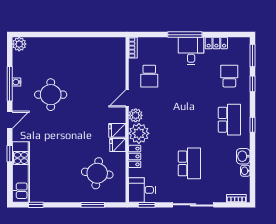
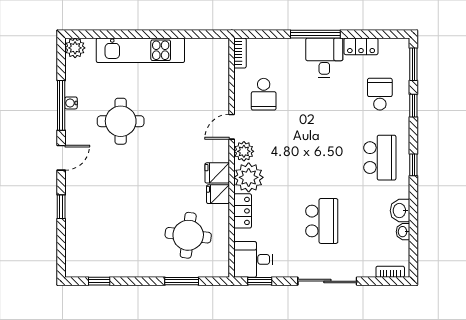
kitchen unit: (21, 172) -> (140, 50), moved, turned 90

